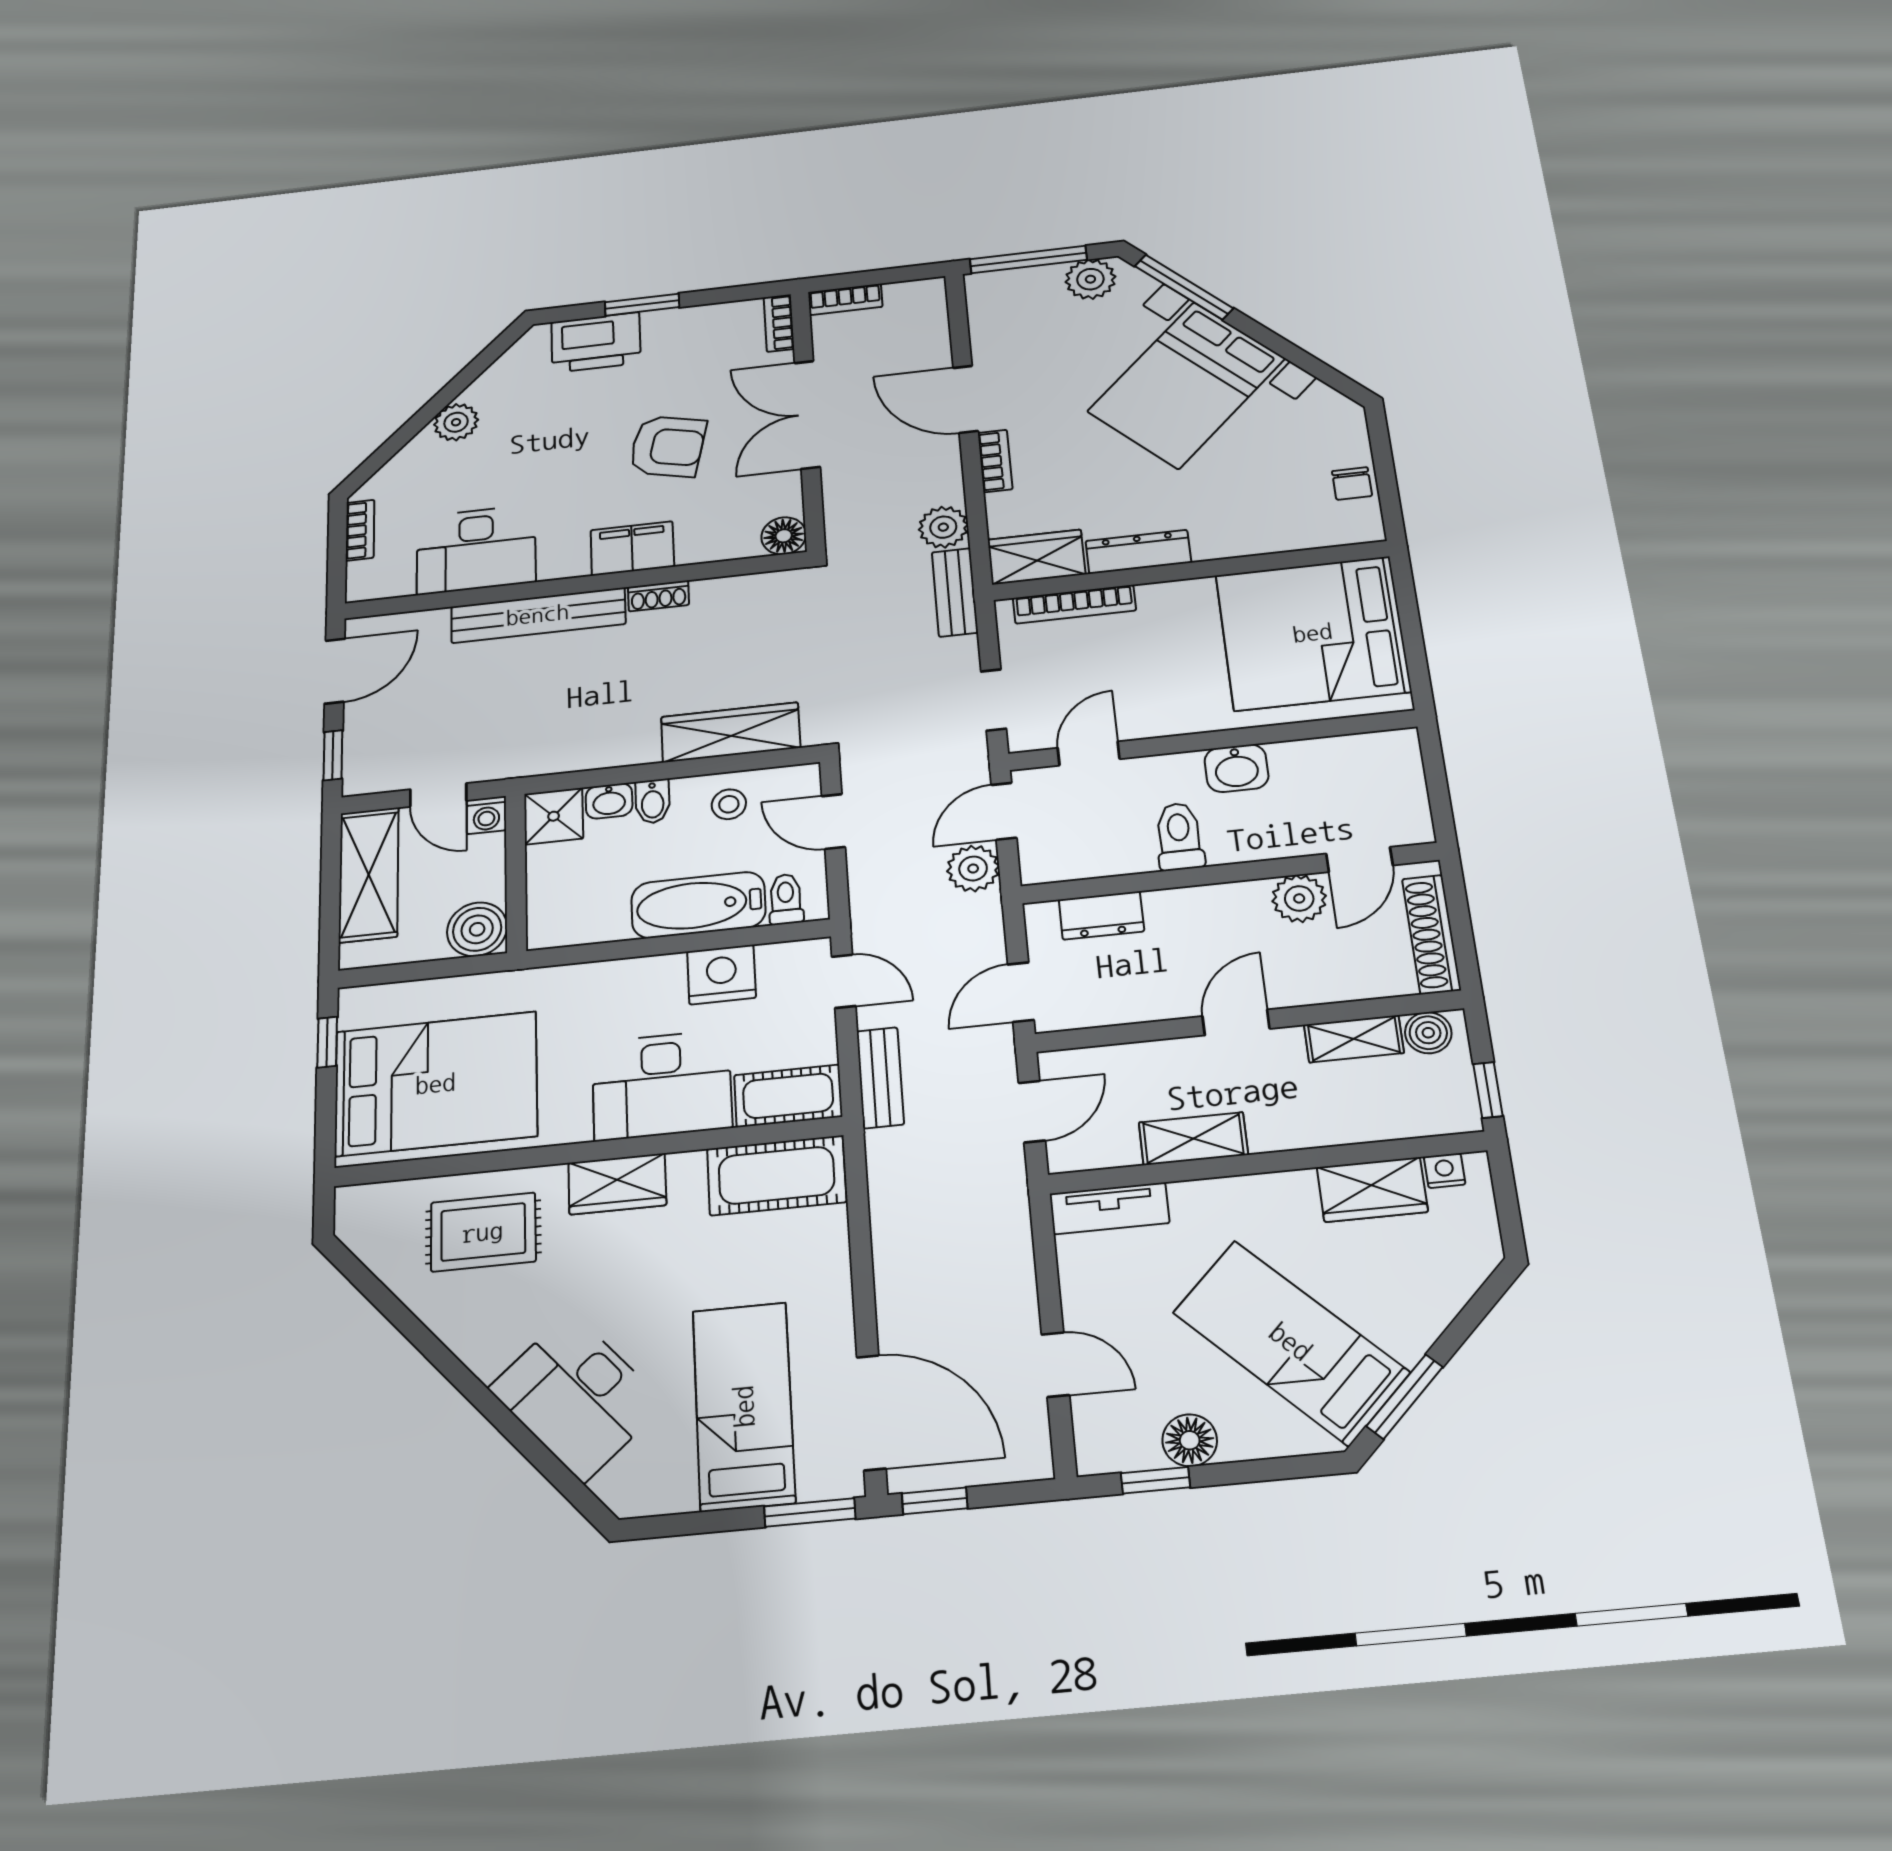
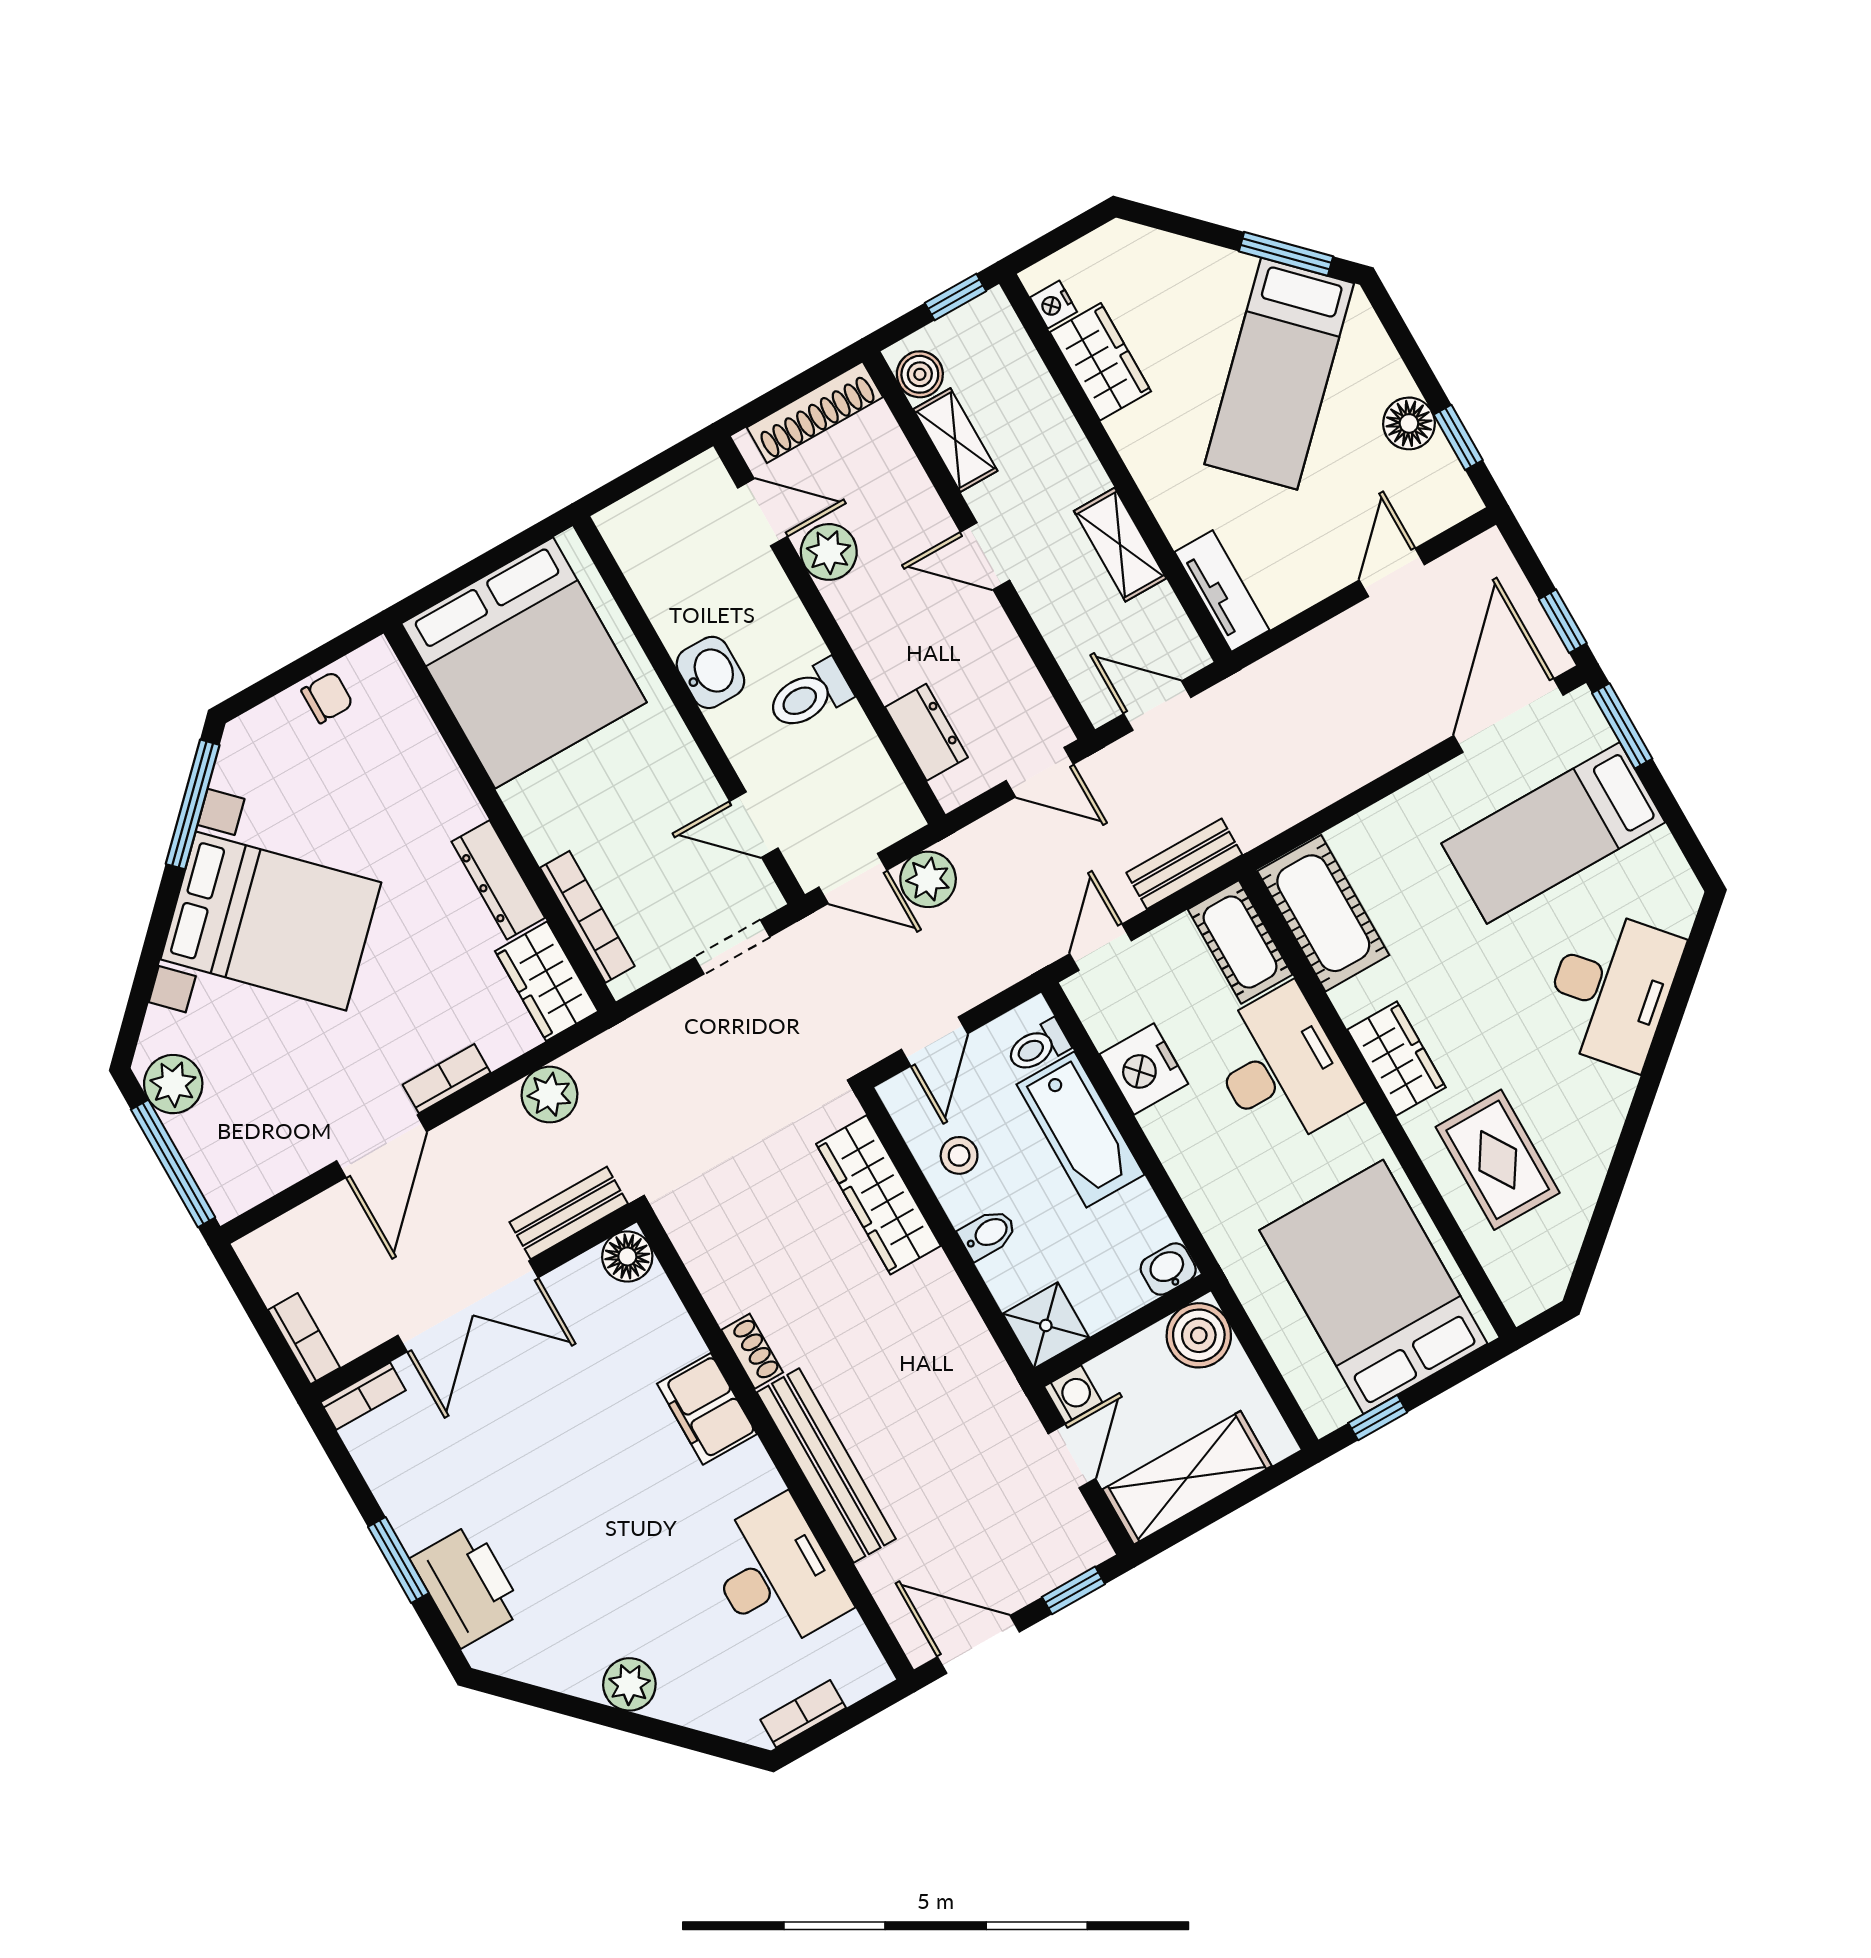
window: (1184, 287) -> (193, 804), moved
armchair: (667, 446) -> (568, 1437), removed
bench: (955, 592) -> (569, 1213), moved
washbasin: (609, 801) -> (1168, 1269), moved, turned -90

